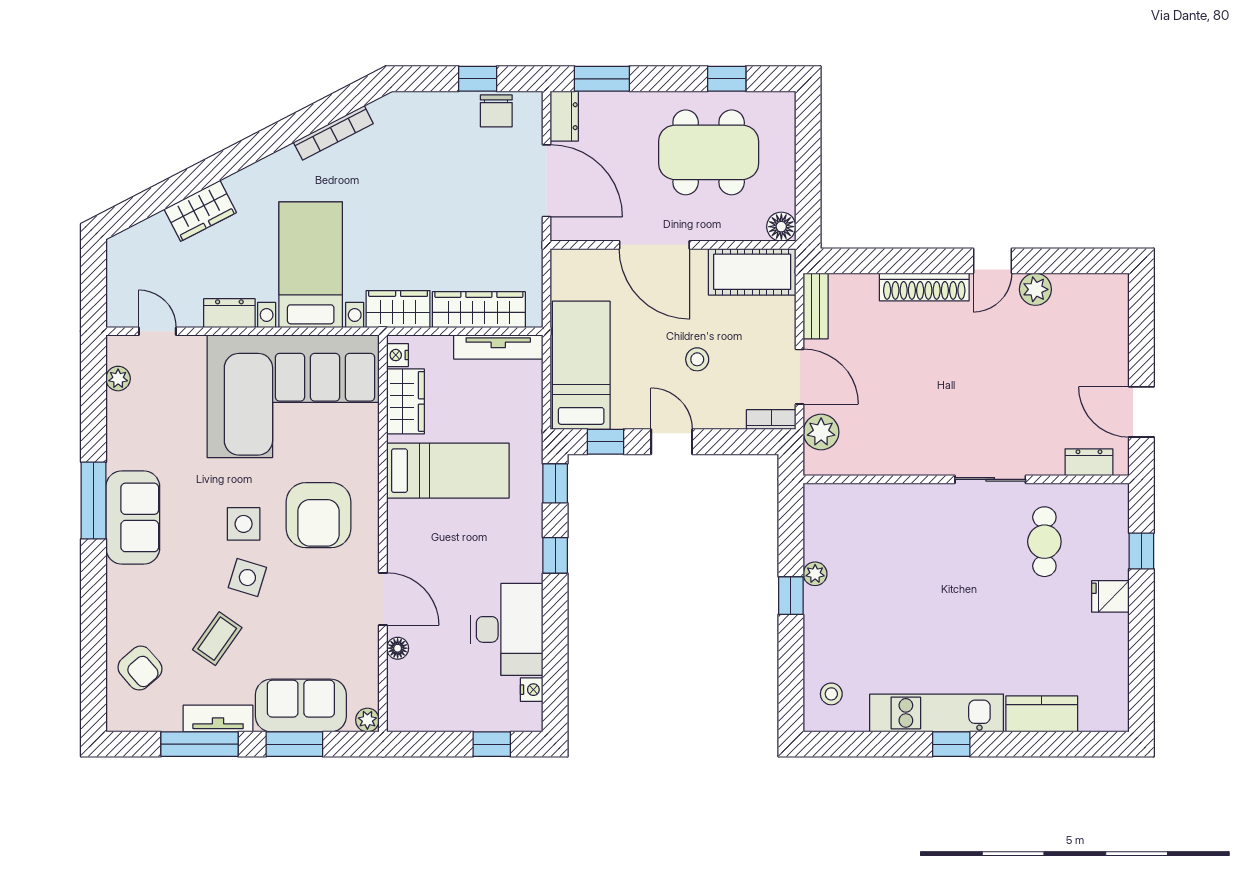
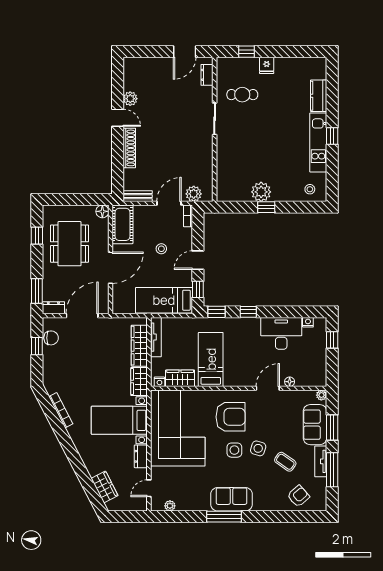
wardrobe: (200, 211) -> (105, 487), moved
plant: (815, 574) -> (261, 192), width x1.87, depth x1.87

